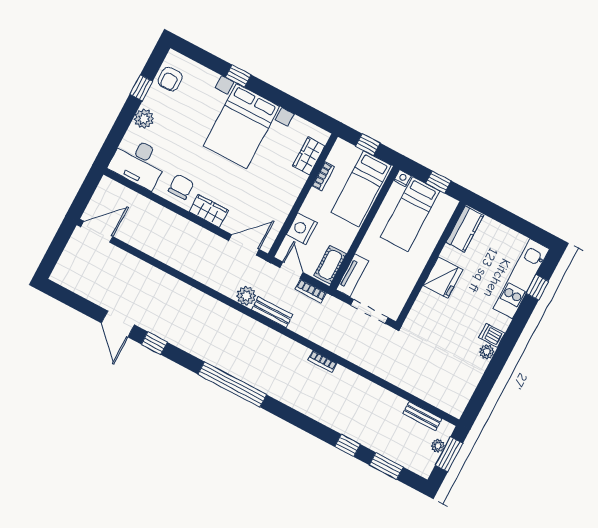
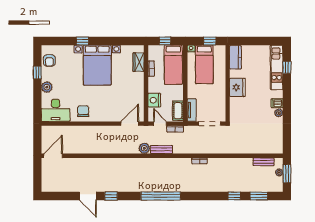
wardrobe: (209, 211) -> (103, 116), removed

